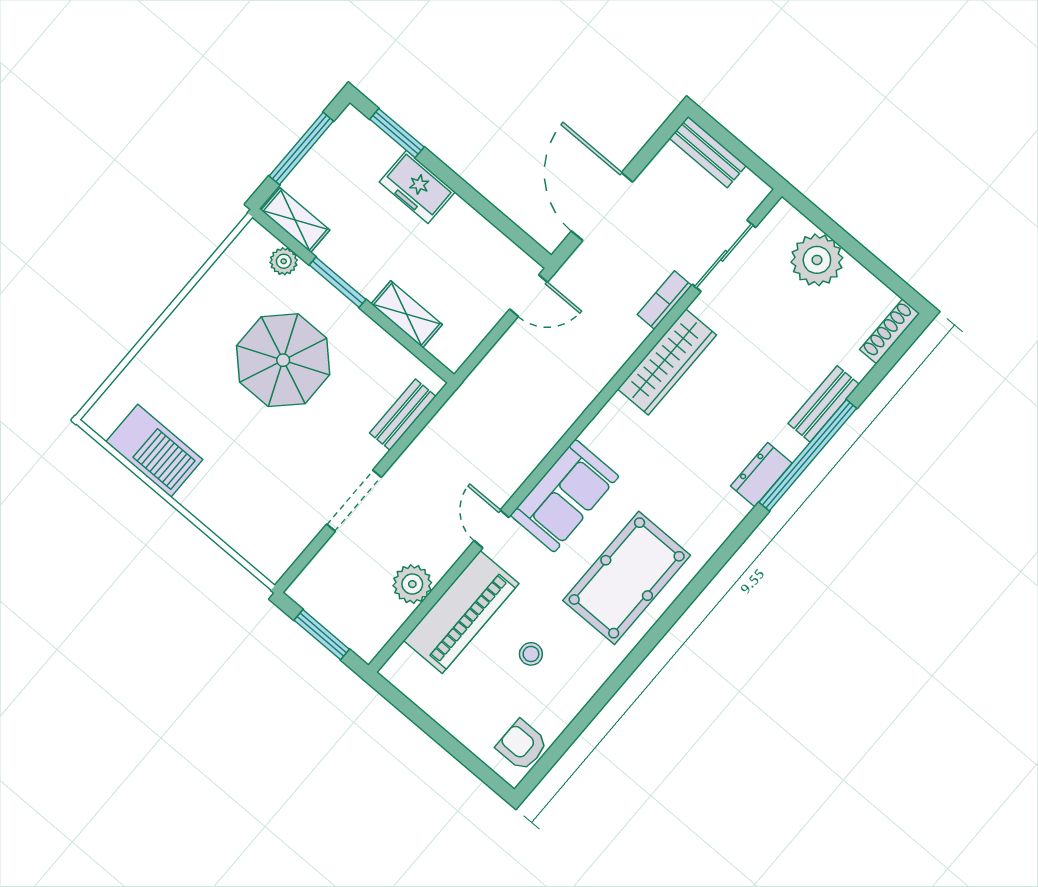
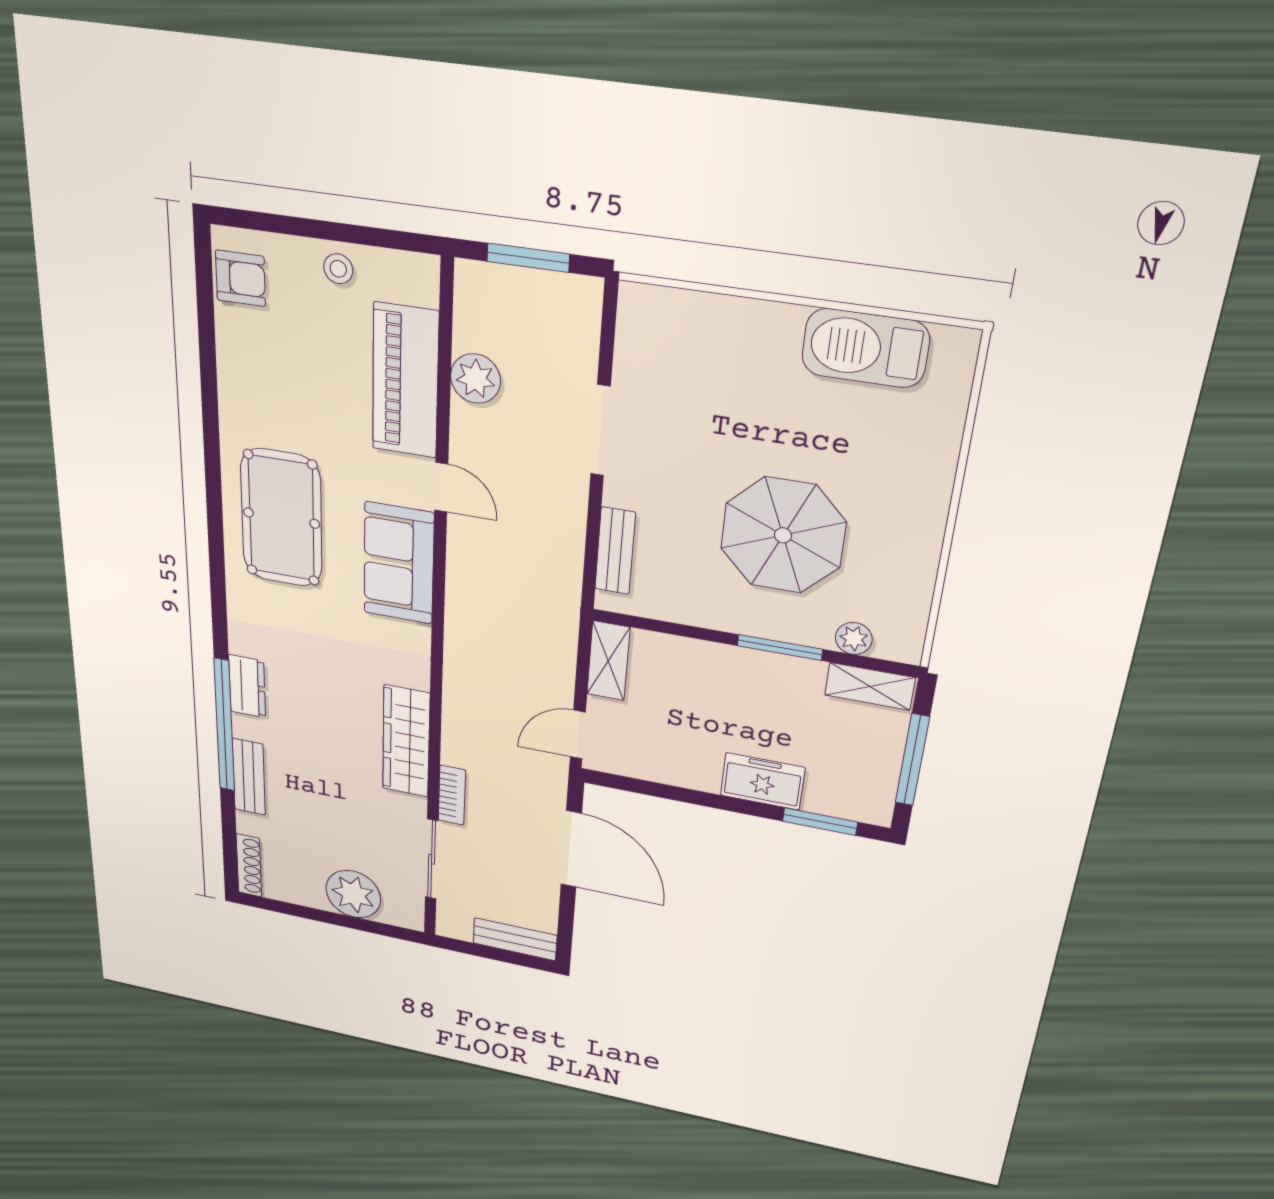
shelving: (407, 314) -> (608, 661), moved, turned 90
stool: (531, 654) -> (338, 269), moved

